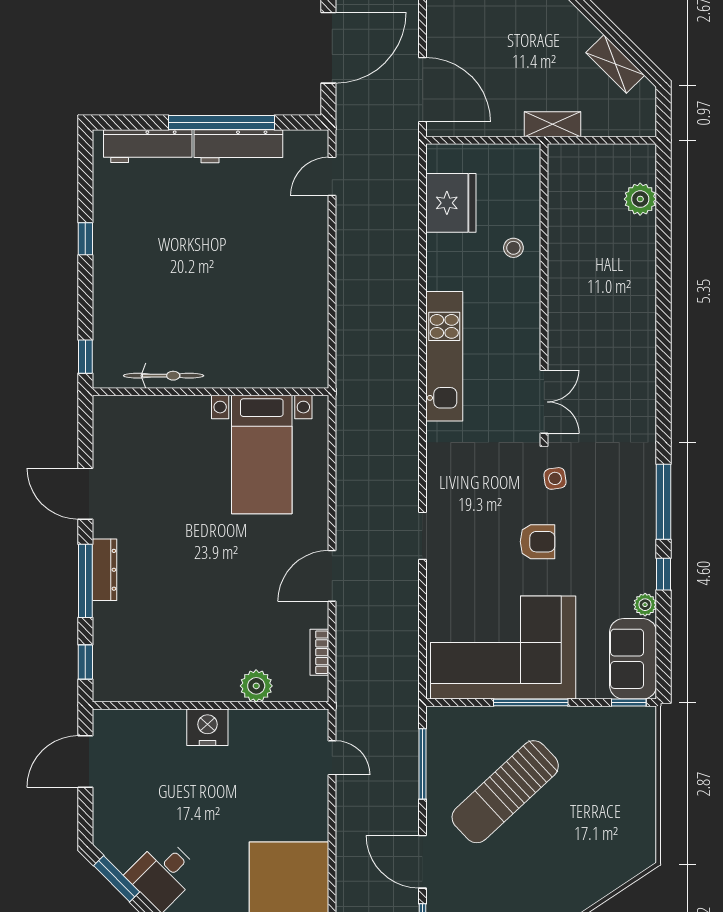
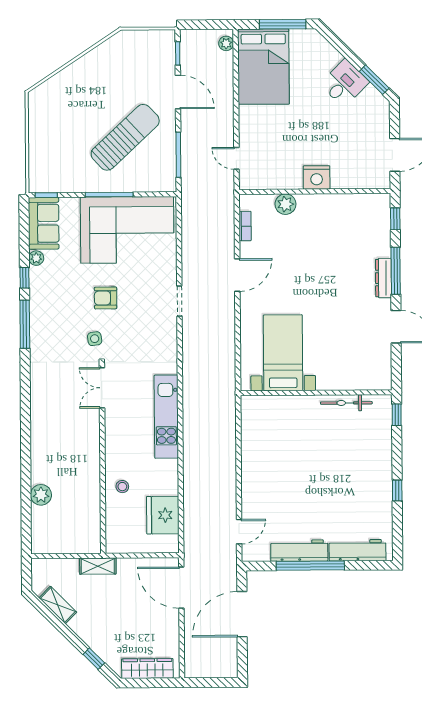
plant: (640, 199) -> (41, 495), moved

